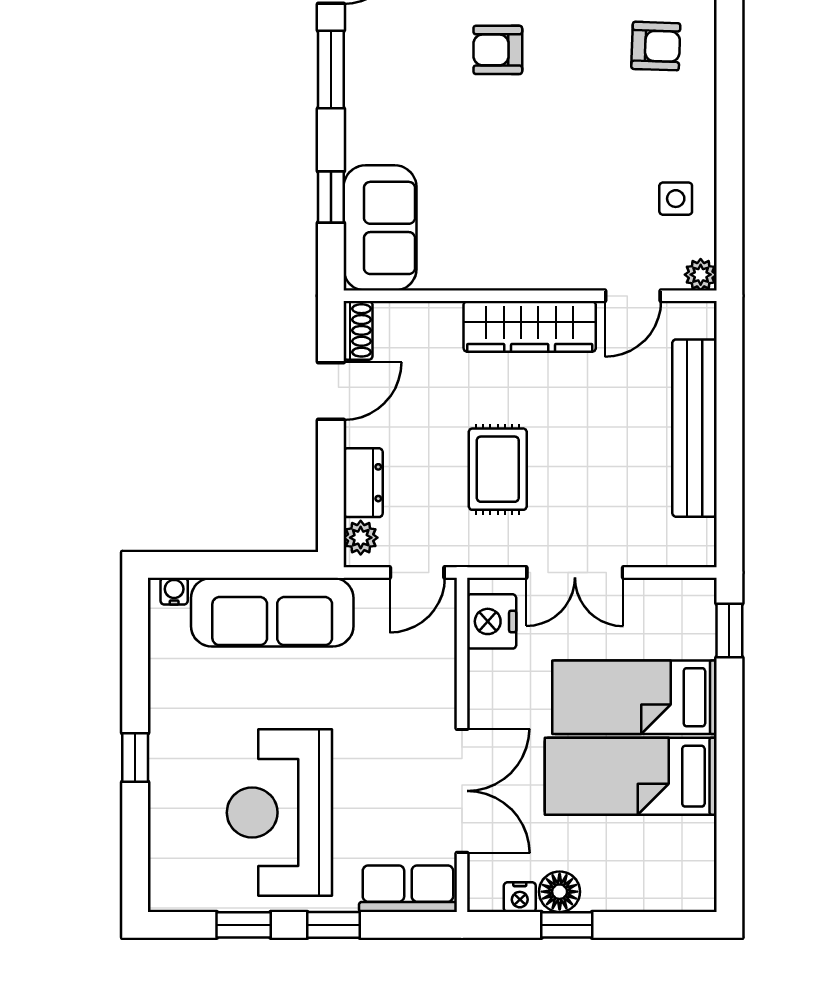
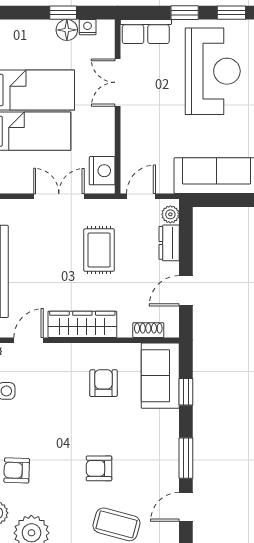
armchair: (498, 50) -> (99, 468), turned 180
armchair: (489, 214) -> (104, 383), added
shoe rack: (358, 330) -> (148, 330), moved, turned 90
double door: (462, 791) -> (118, 82), width x0.73

